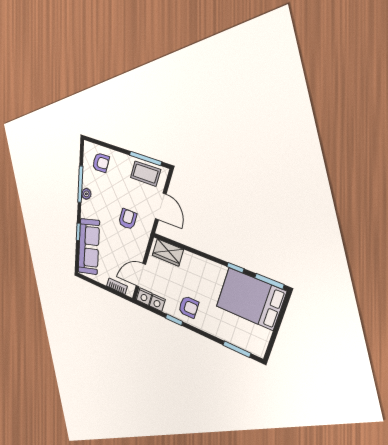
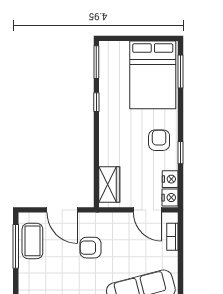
door: (161, 206) -> (62, 210), swing flipped
bed: (251, 299) -> (153, 75), moved

